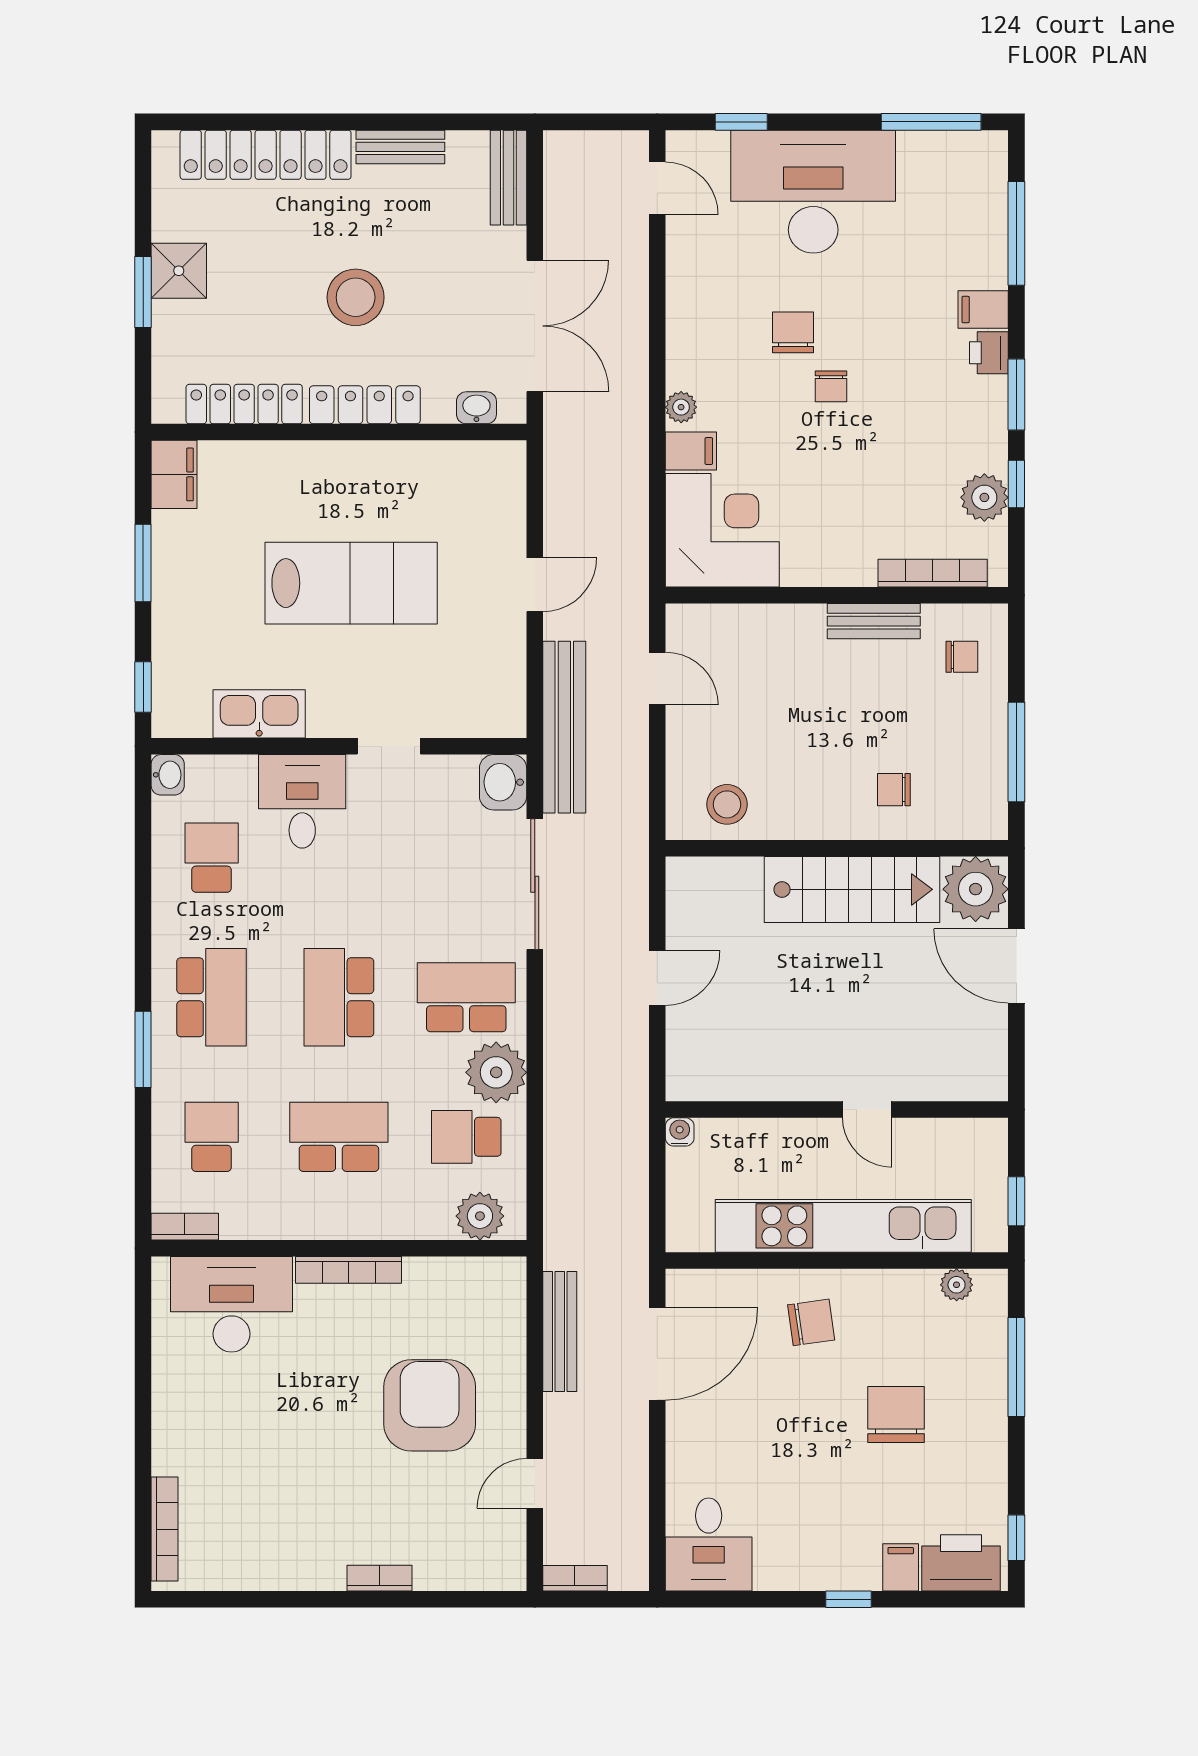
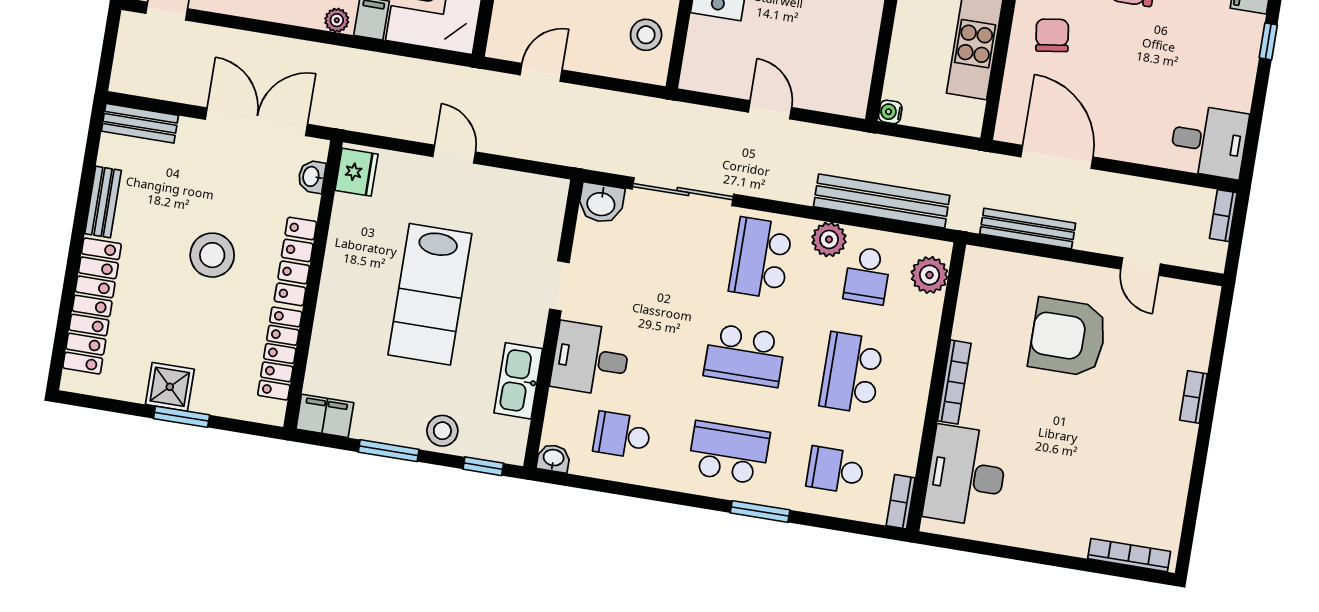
fridge: (491, 464) -> (356, 172), added
lab bench: (351, 583) -> (430, 294), turned 180
stool: (180, 627) -> (442, 431), added
bench: (564, 727) -> (882, 201), moved
plant: (496, 1072) -> (829, 239), width x0.73, depth x0.73
bookcase: (575, 1578) -> (1223, 216), moved

